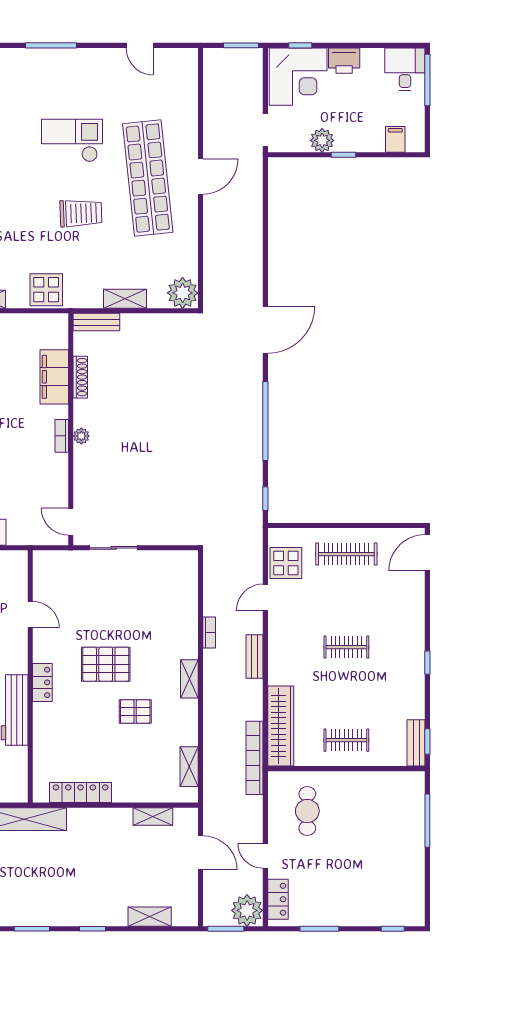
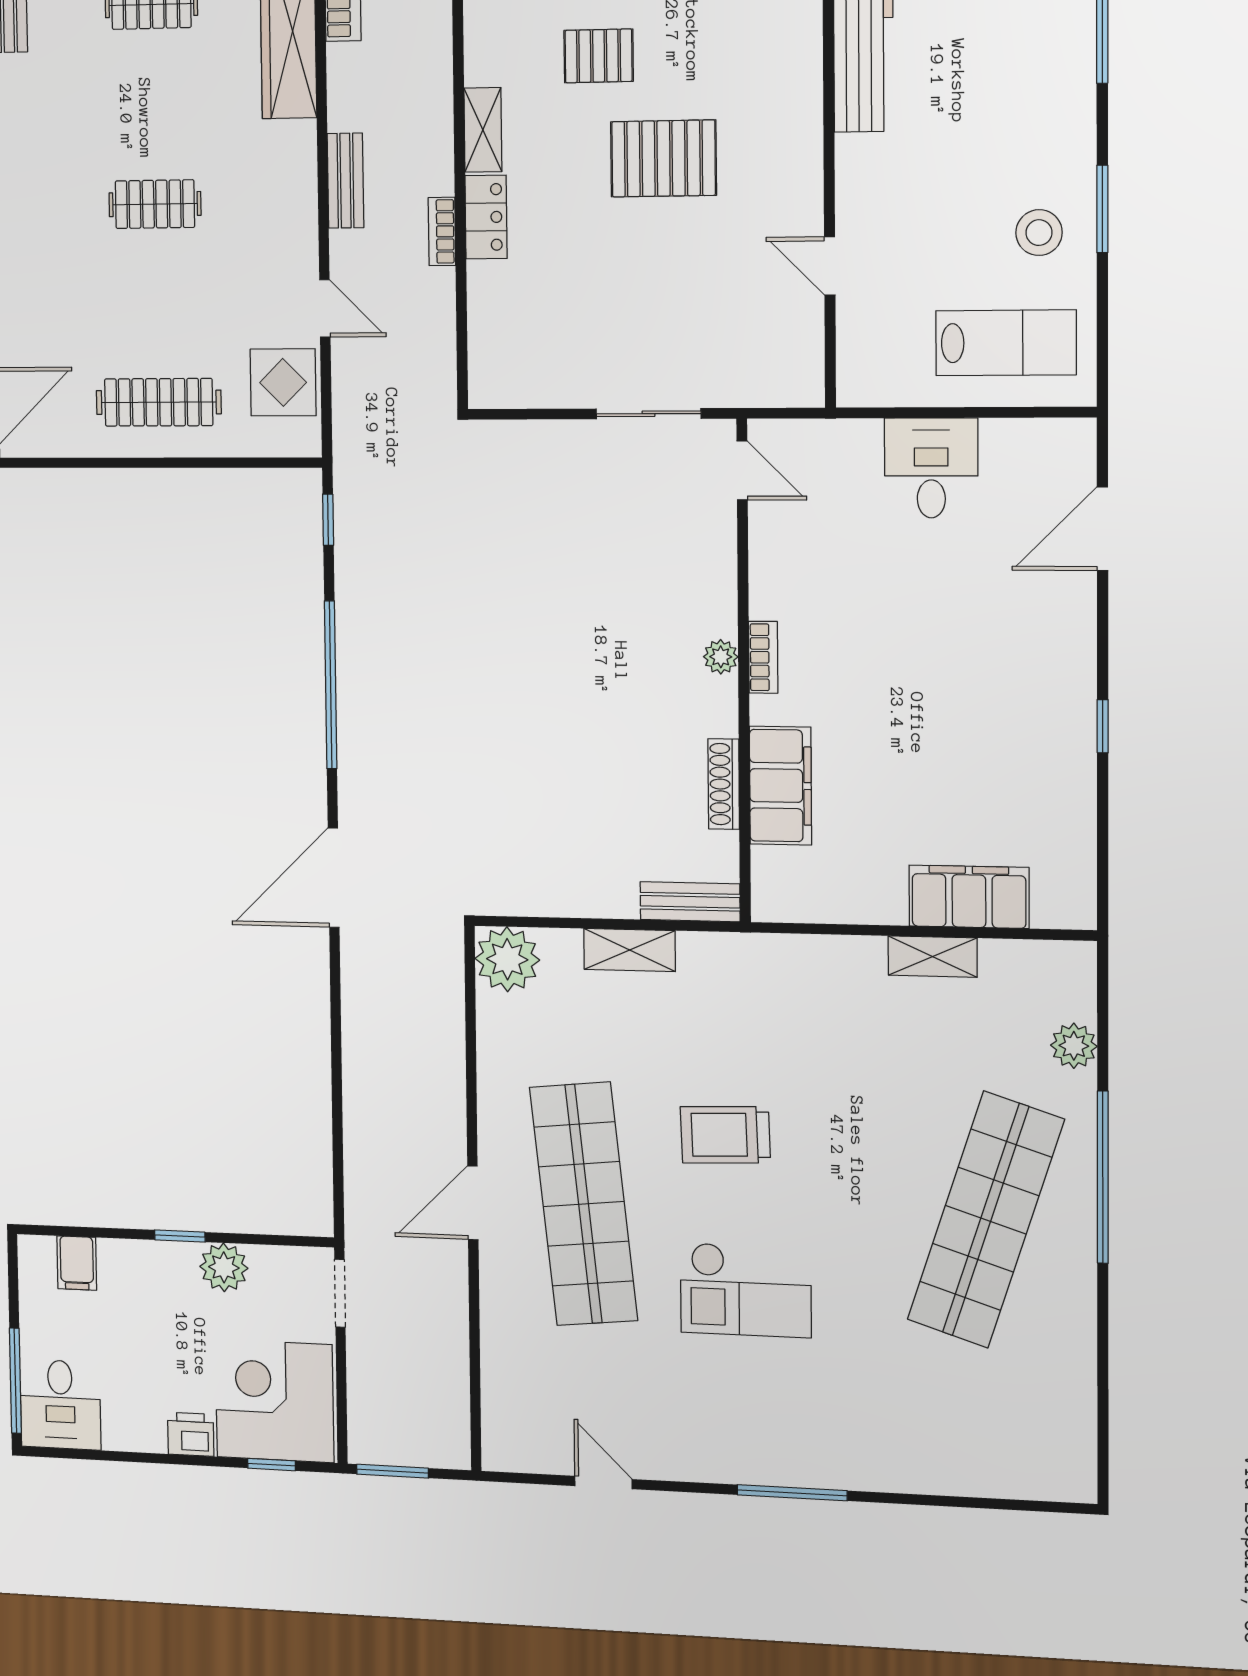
printer: (344, 61) -> (191, 1434), width x0.73, depth x0.81
display table: (46, 290) -> (799, 974), removed
door: (265, 597) -> (325, 308), hinge flipped
locker: (42, 682) -> (486, 217), moved, turned 180

